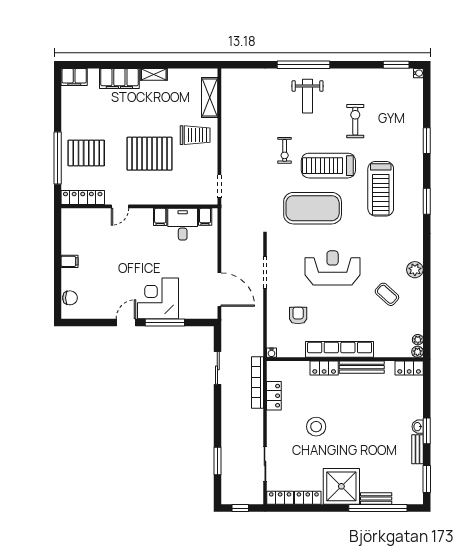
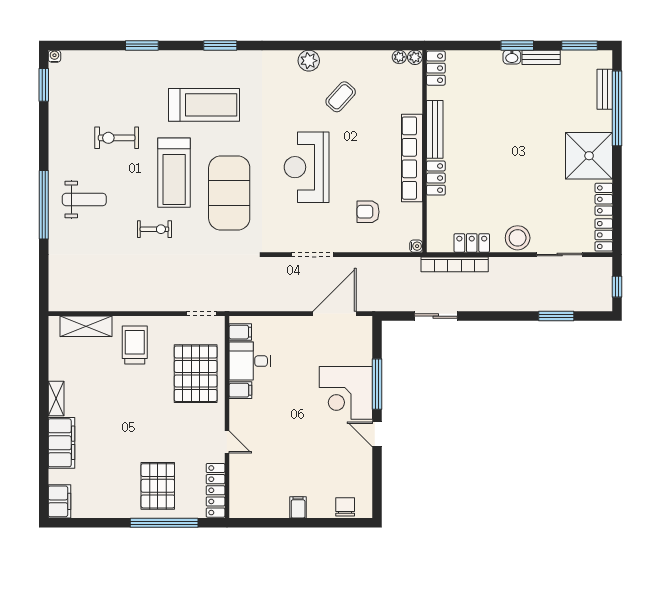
pallet: (149, 154) -> (196, 374), moved
stool: (316, 427) -> (518, 238), moved
bench: (376, 499) -> (605, 89), moved

